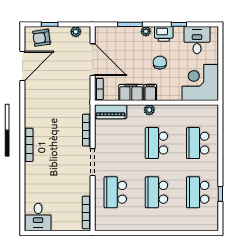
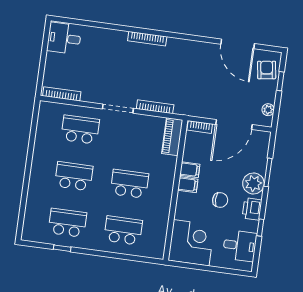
plant: (146, 31) -> (253, 184), width x1.88, depth x1.88
filing cabinet: (131, 93) -> (190, 170), width x0.50
plant: (149, 110) -> (168, 181), removed

